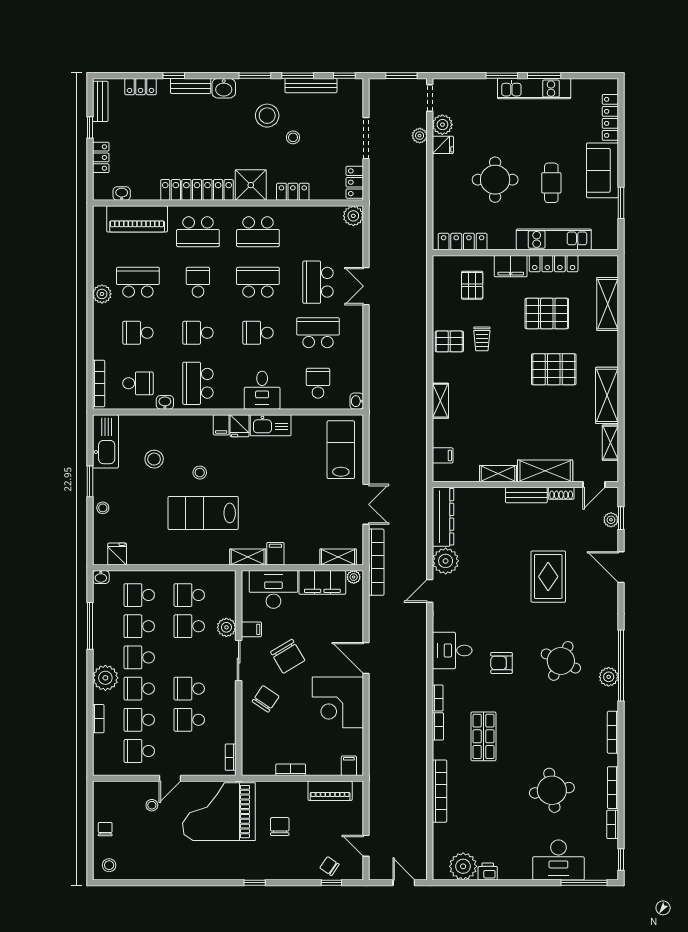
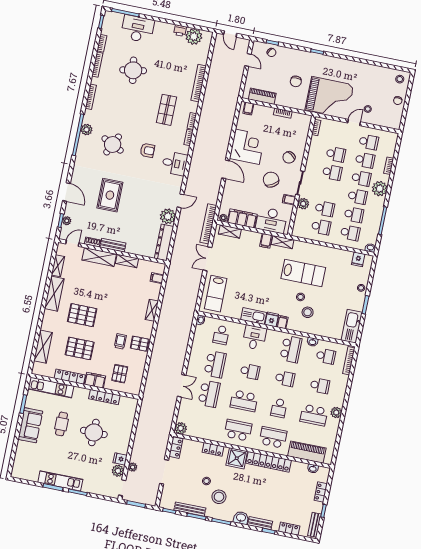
locker: (610, 117) -> (19, 455), removed
kitchen unit: (554, 239) -> (51, 387), moved
locker: (463, 242) -> (104, 397), moved
school desk: (318, 333) -> (215, 364), turned -90
school desk: (138, 383) -> (326, 356), turned 180
stool: (154, 459) -> (308, 312), moved

